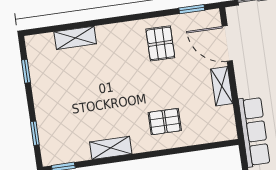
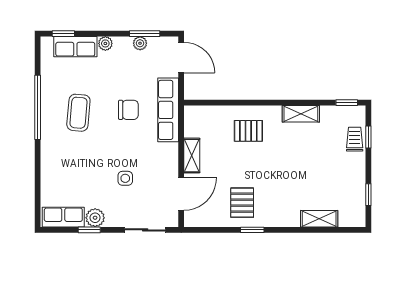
window: (192, 9) -> (252, 230), moved
door: (227, 43) -> (181, 194), hinge flipped
trolley: (49, 129) -> (355, 139), added

